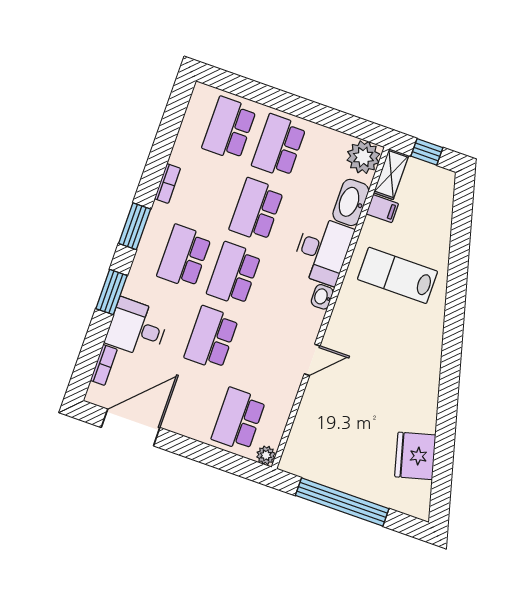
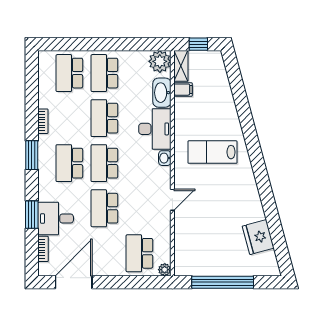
lab bench: (398, 275) -> (212, 152), moved
window: (111, 292) -> (32, 215), moved

